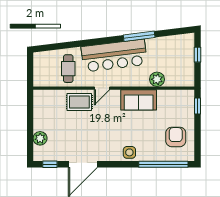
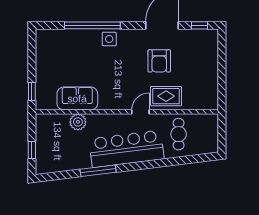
sofa: (139, 100) -> (77, 99), moved
armchair: (176, 137) -> (159, 61), moved
plant: (40, 138) -> (211, 55), removed
window: (163, 164) -> (92, 25), moved

